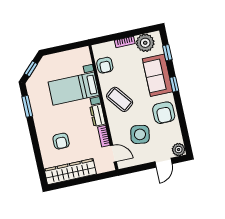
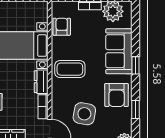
window: (167, 53) -> (135, 110), moved
armchair: (105, 65) -> (62, 27), turned 180
coffee table: (120, 99) -> (70, 69), turned -52

